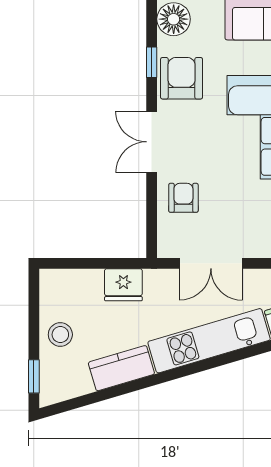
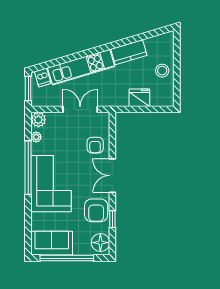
double door: (152, 142) -> (112, 176), swing flipped
fridge: (123, 285) -> (139, 98), moved
window: (34, 376) -> (177, 48), removed

